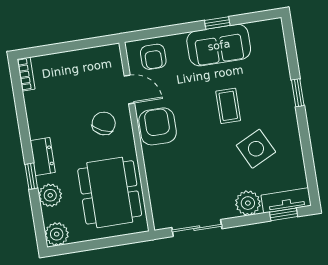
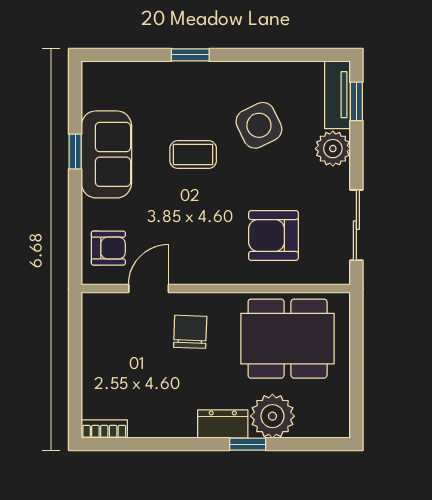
chair: (104, 123) -> (190, 332), turned 67
armchair: (158, 126) -> (273, 235), moved
plant: (50, 195) -> (272, 416), width x1.36, depth x1.36
plant: (57, 234) -> (334, 422), removed

